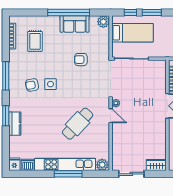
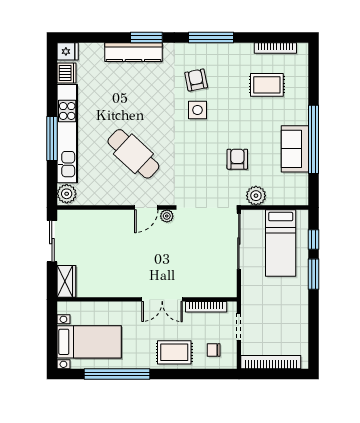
plant: (103, 22) -> (256, 196), moved
kitchen counter: (15, 124) -> (133, 52), width x1.50

